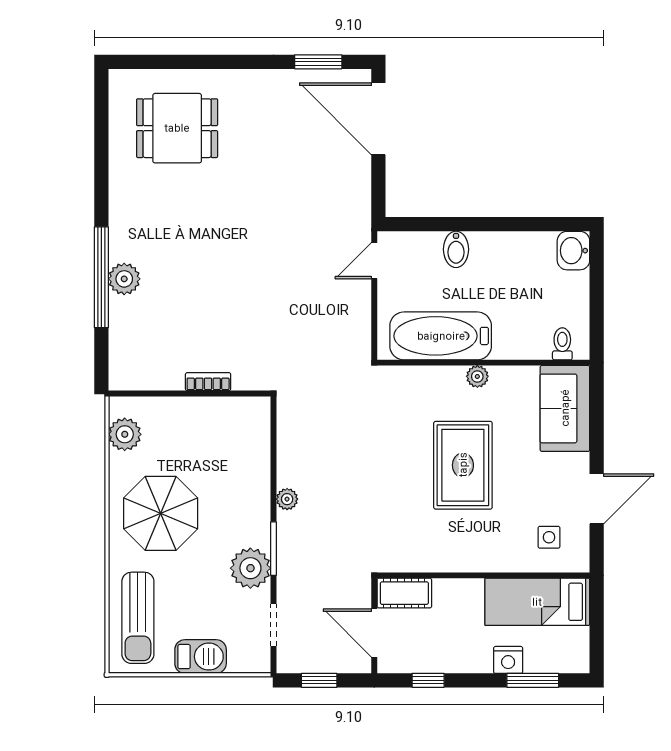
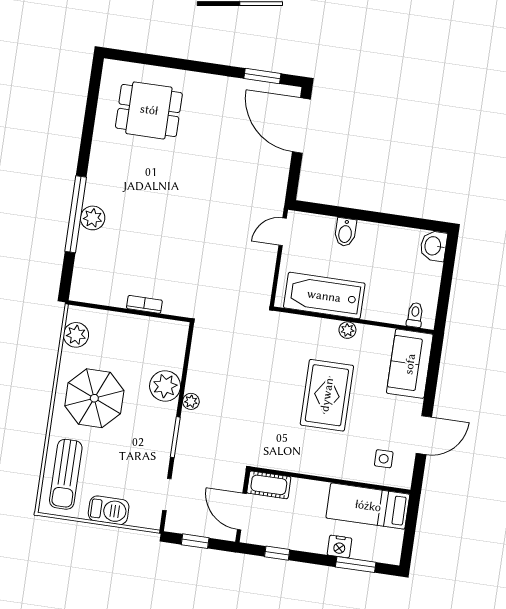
plant: (250, 568) -> (165, 386), moved

